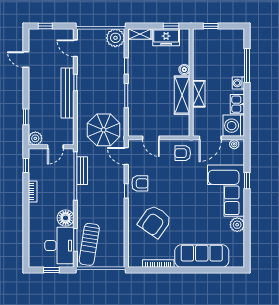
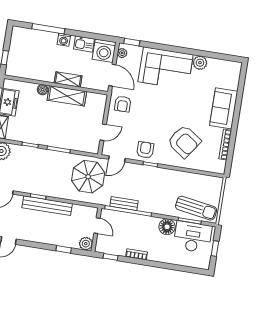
window: (247, 181) -> (132, 42), moved
sofa: (202, 256) -> (224, 108), width x0.73

